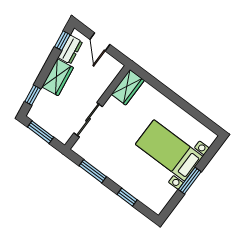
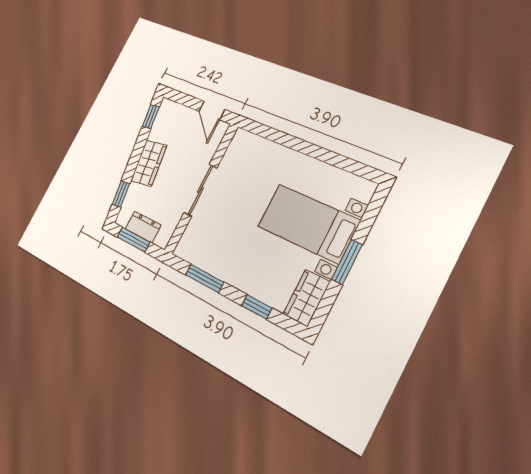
door: (100, 42) -> (212, 110), moved
dresser: (70, 50) -> (143, 227), moved, turned -82
wardrobe: (128, 87) -> (306, 298), moved, turned 180
sliding door: (88, 120) -> (200, 190), moved

